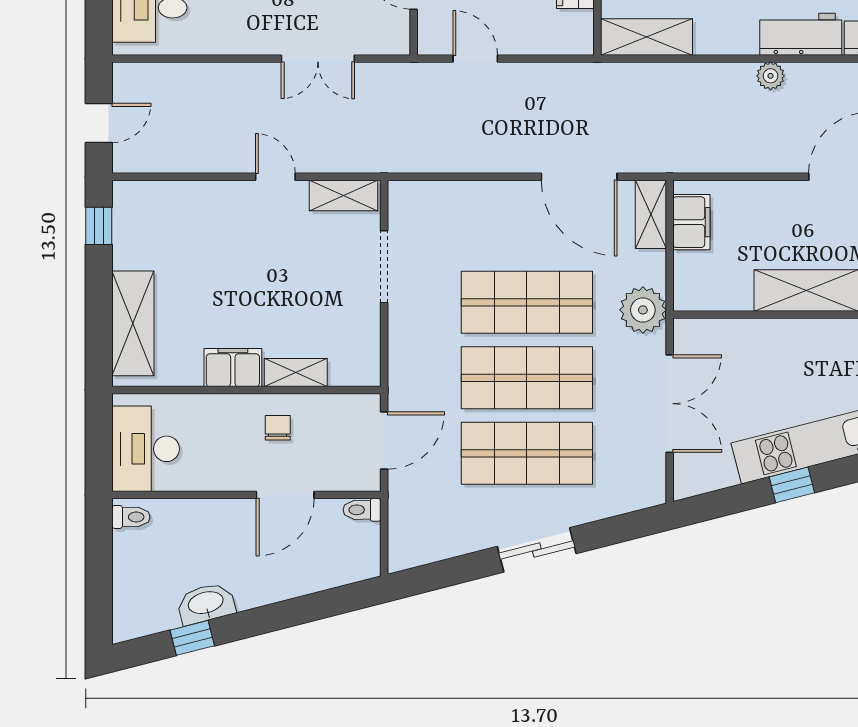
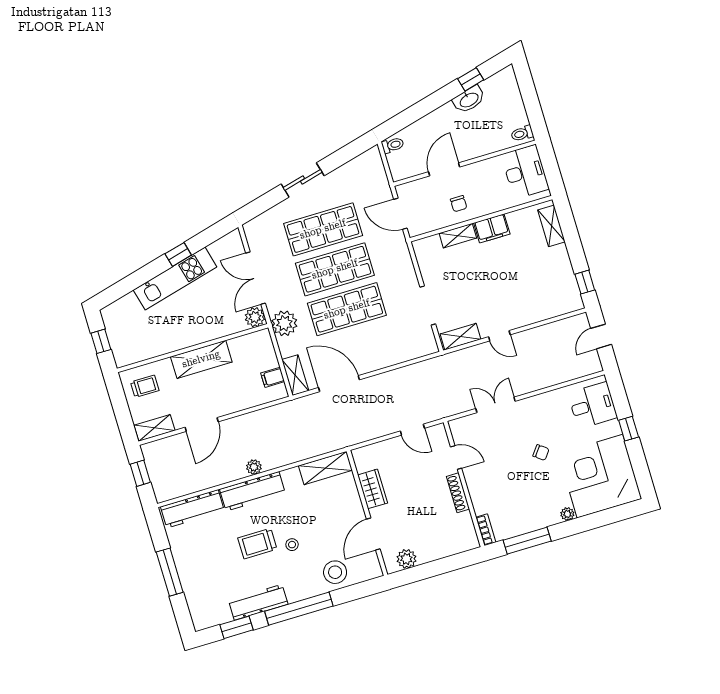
workbench: (801, 34) -> (252, 491), width x1.38
filing cabinet: (691, 222) -> (273, 377), width x0.50
shelving: (133, 323) -> (552, 226), width x0.67, depth x0.75
plant: (691, 336) -> (255, 317), added
door: (384, 441) -> (400, 214), hinge flipped
toilet: (362, 510) -> (393, 145), moved

